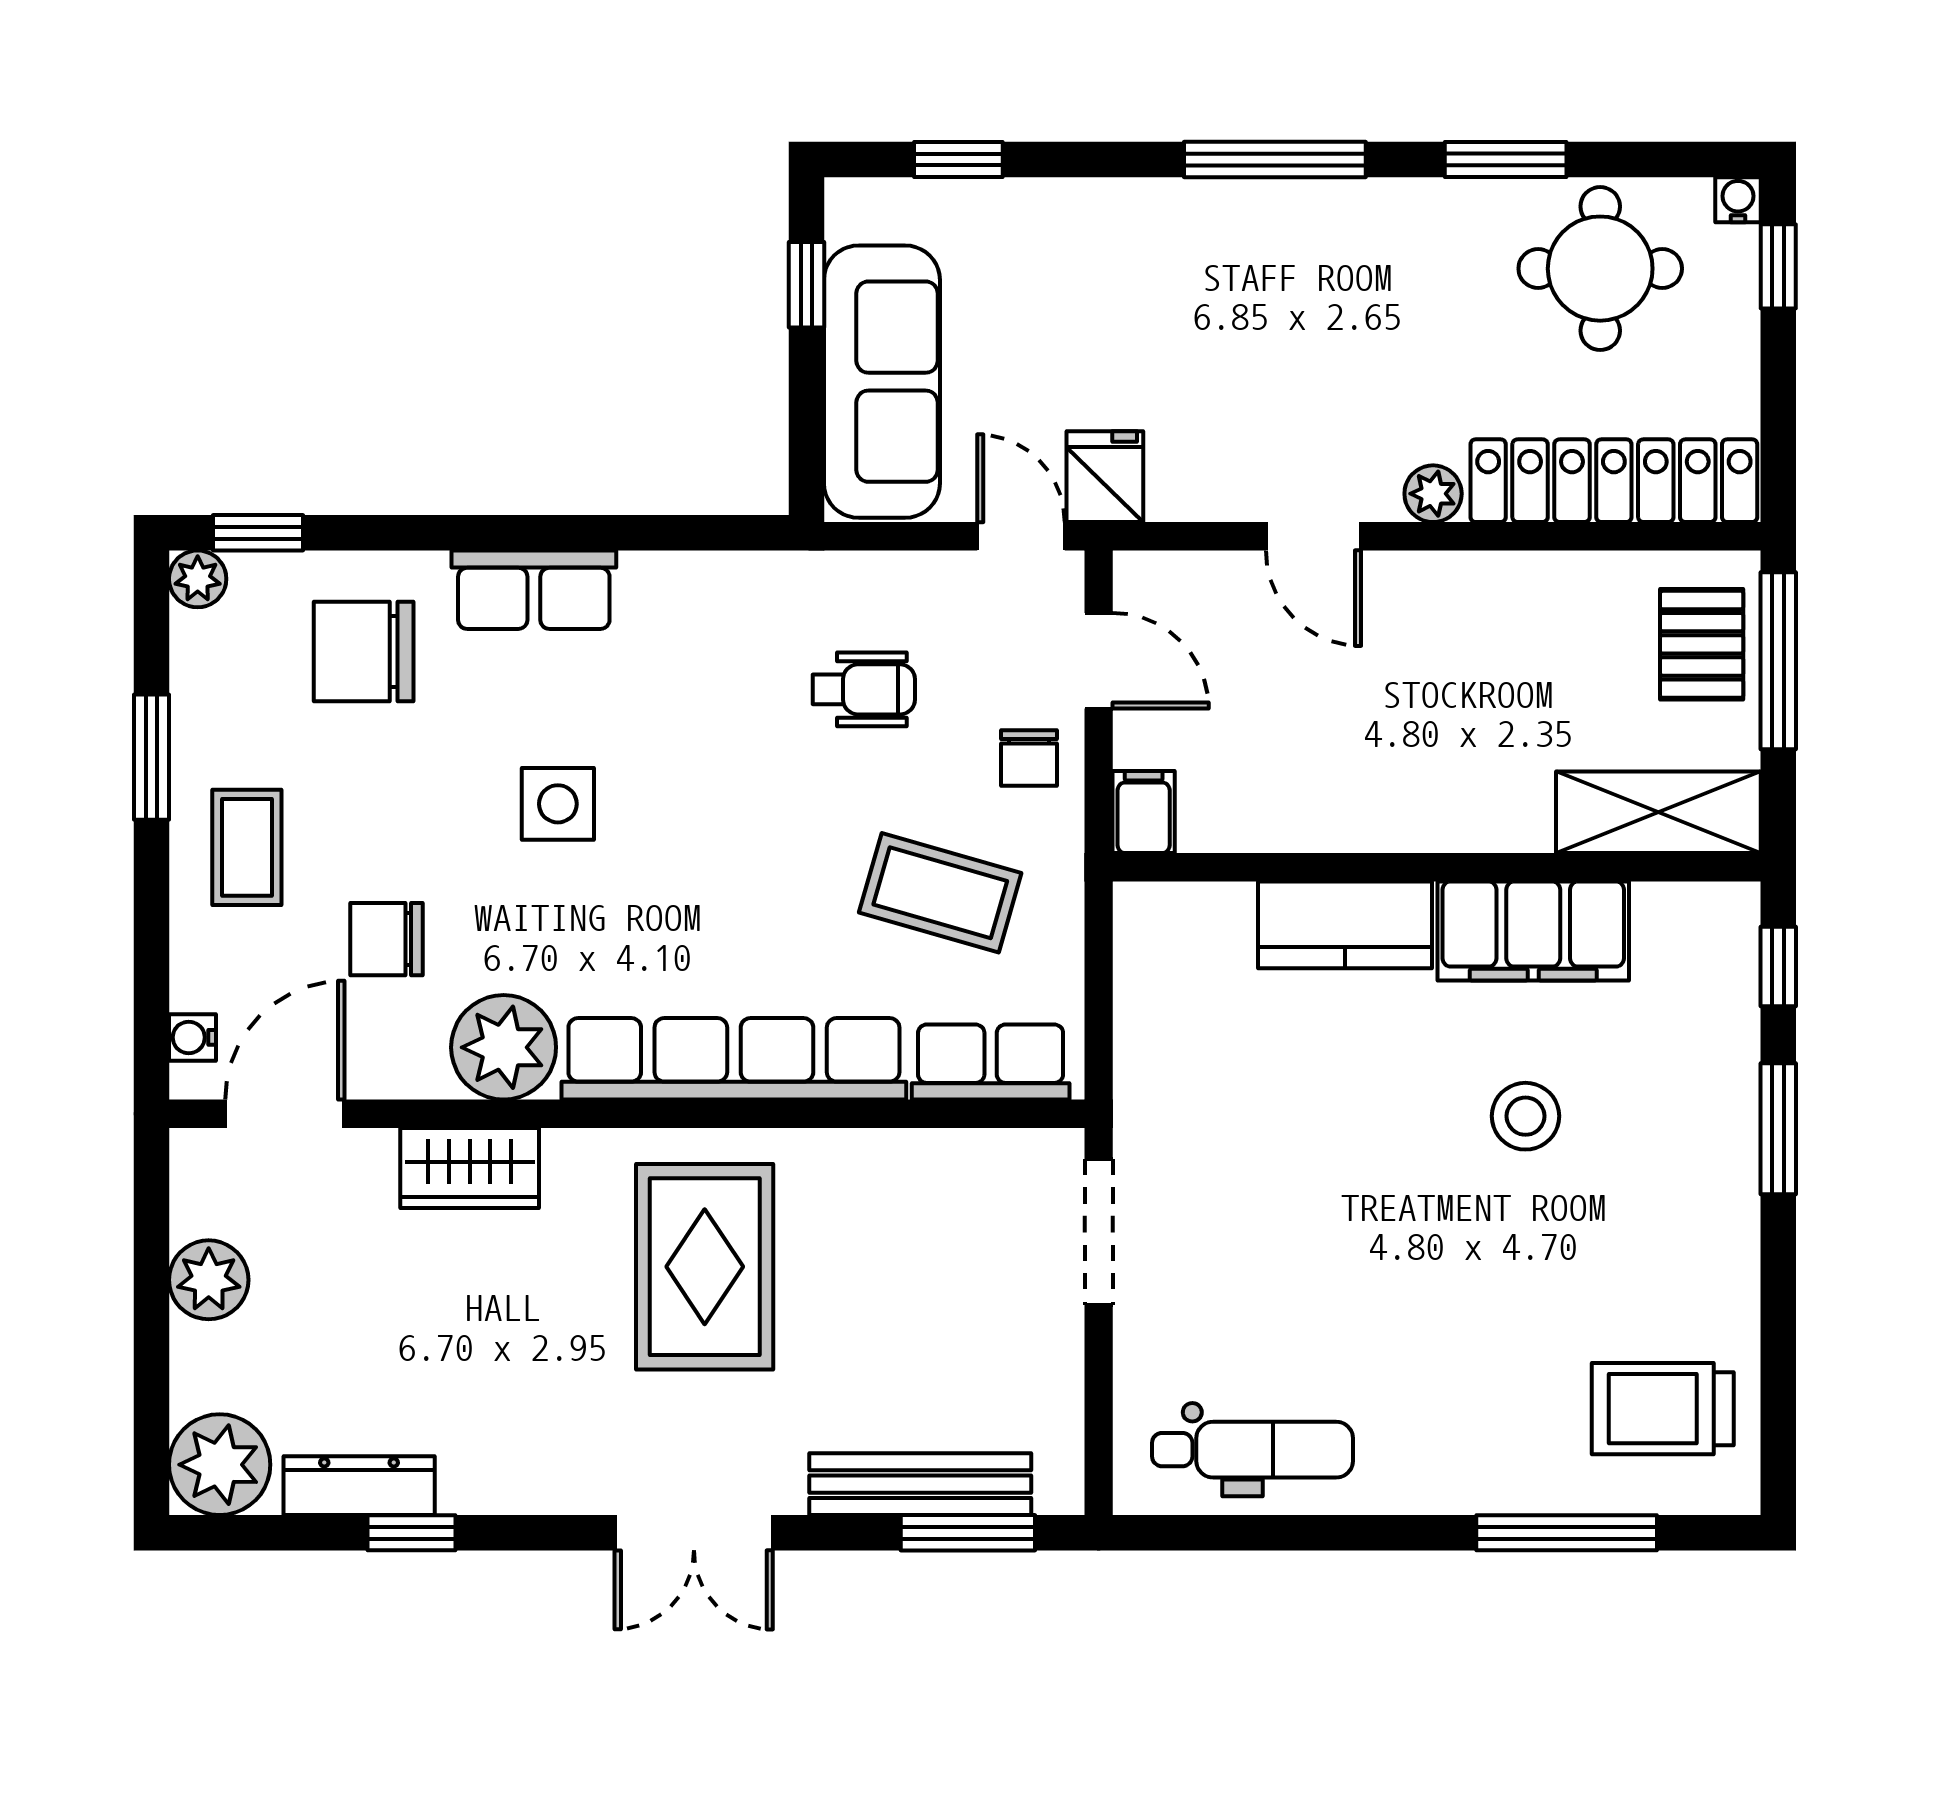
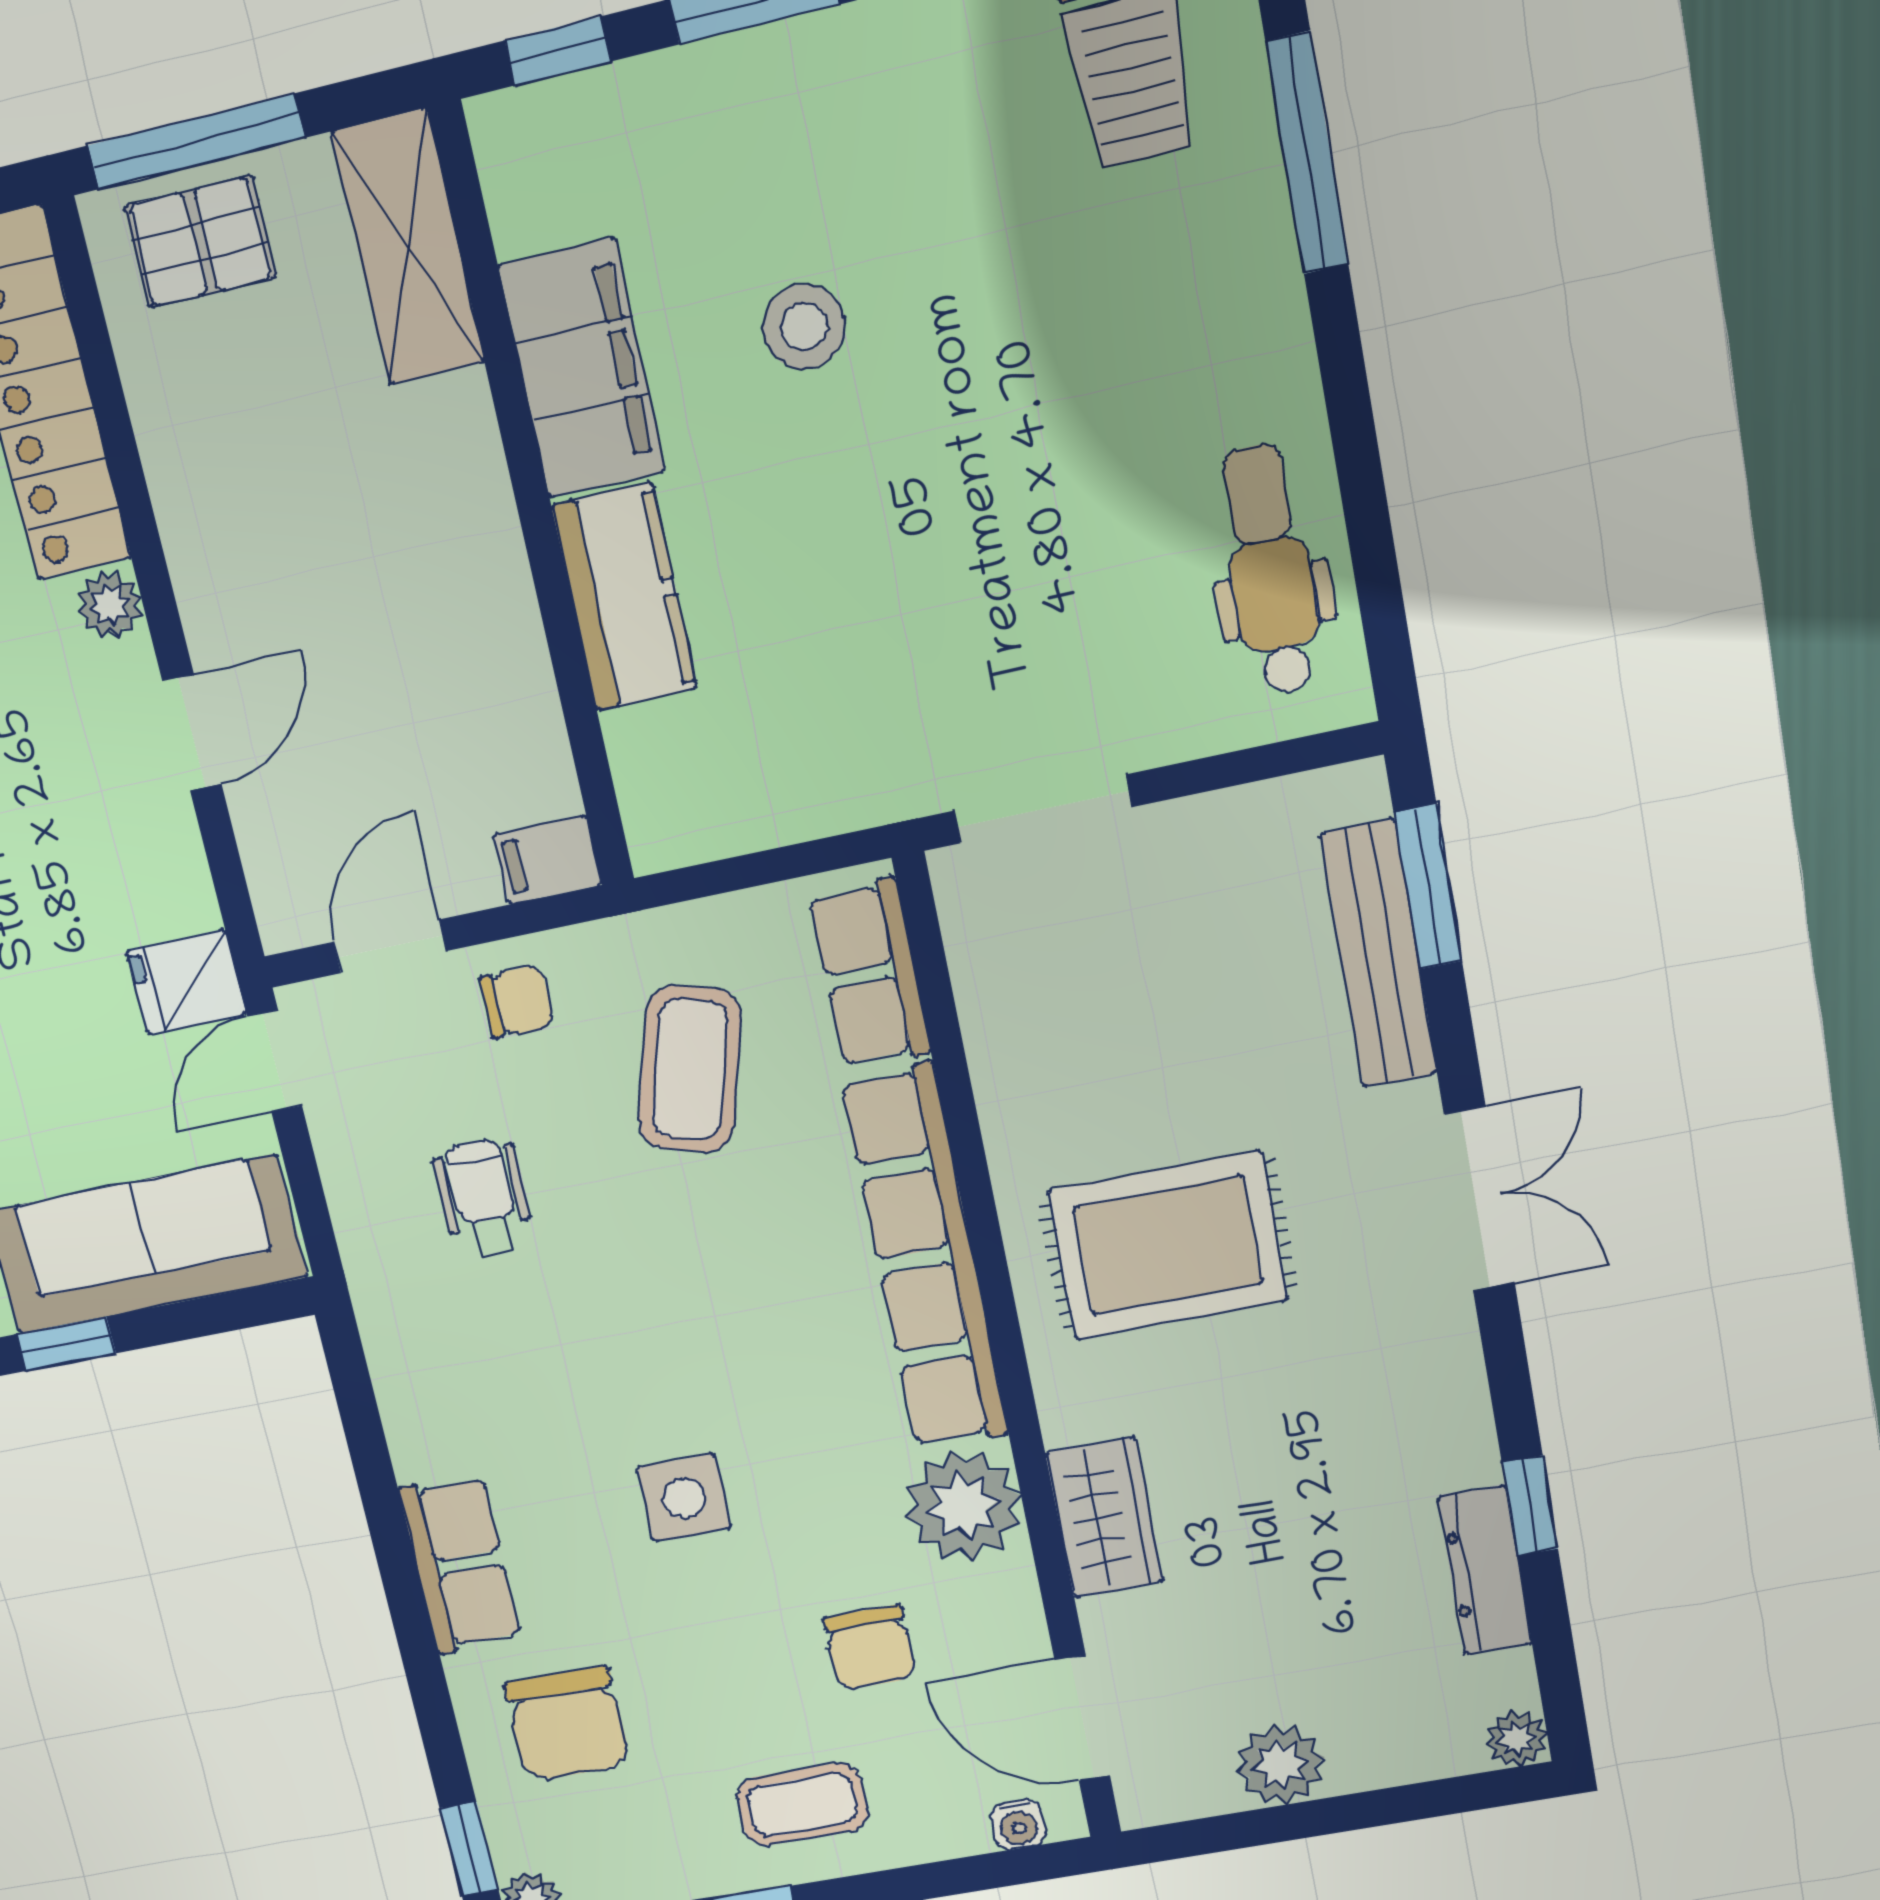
plant: (220, 1465) -> (1516, 1739), width x0.53, depth x0.53

